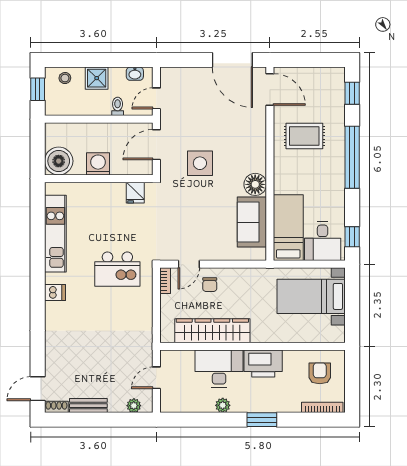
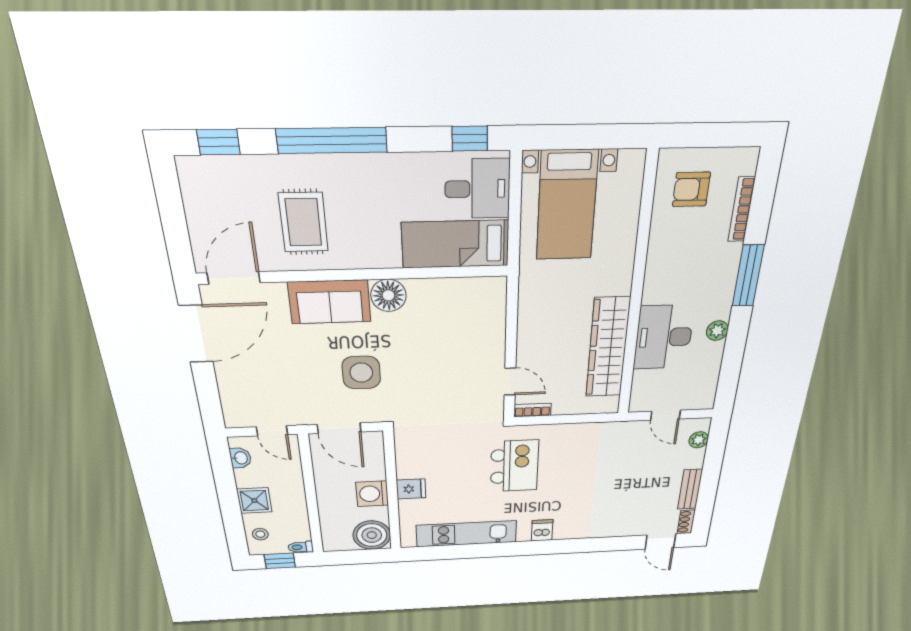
toilet: (118, 106) -> (301, 547), moved
fridge: (135, 193) -> (411, 489), moved
sofa: (252, 222) -> (330, 302), moved
chair: (210, 285) -> (541, 354), removed
printer: (263, 363) -> (664, 276), removed
bookcase: (322, 407) -> (742, 209), moved
window: (262, 420) -> (748, 276), width x1.44

